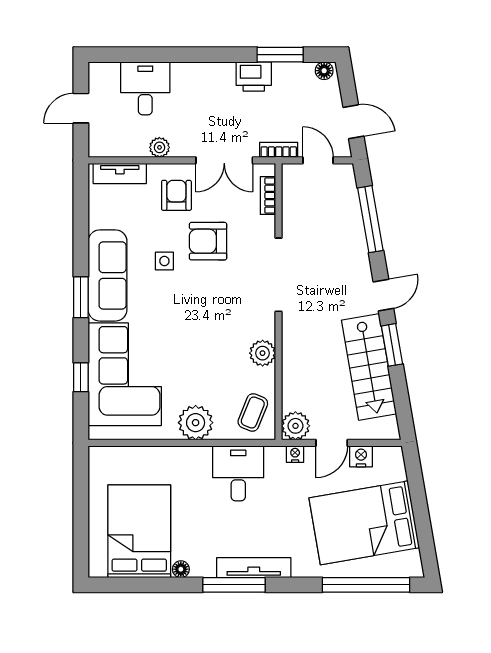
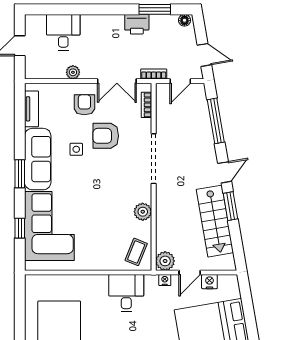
door: (318, 160) -> (180, 81), swing flipped
tv unit: (120, 173) -> (31, 109), moved, turned -90
plant: (196, 423) -> (97, 259), removed

